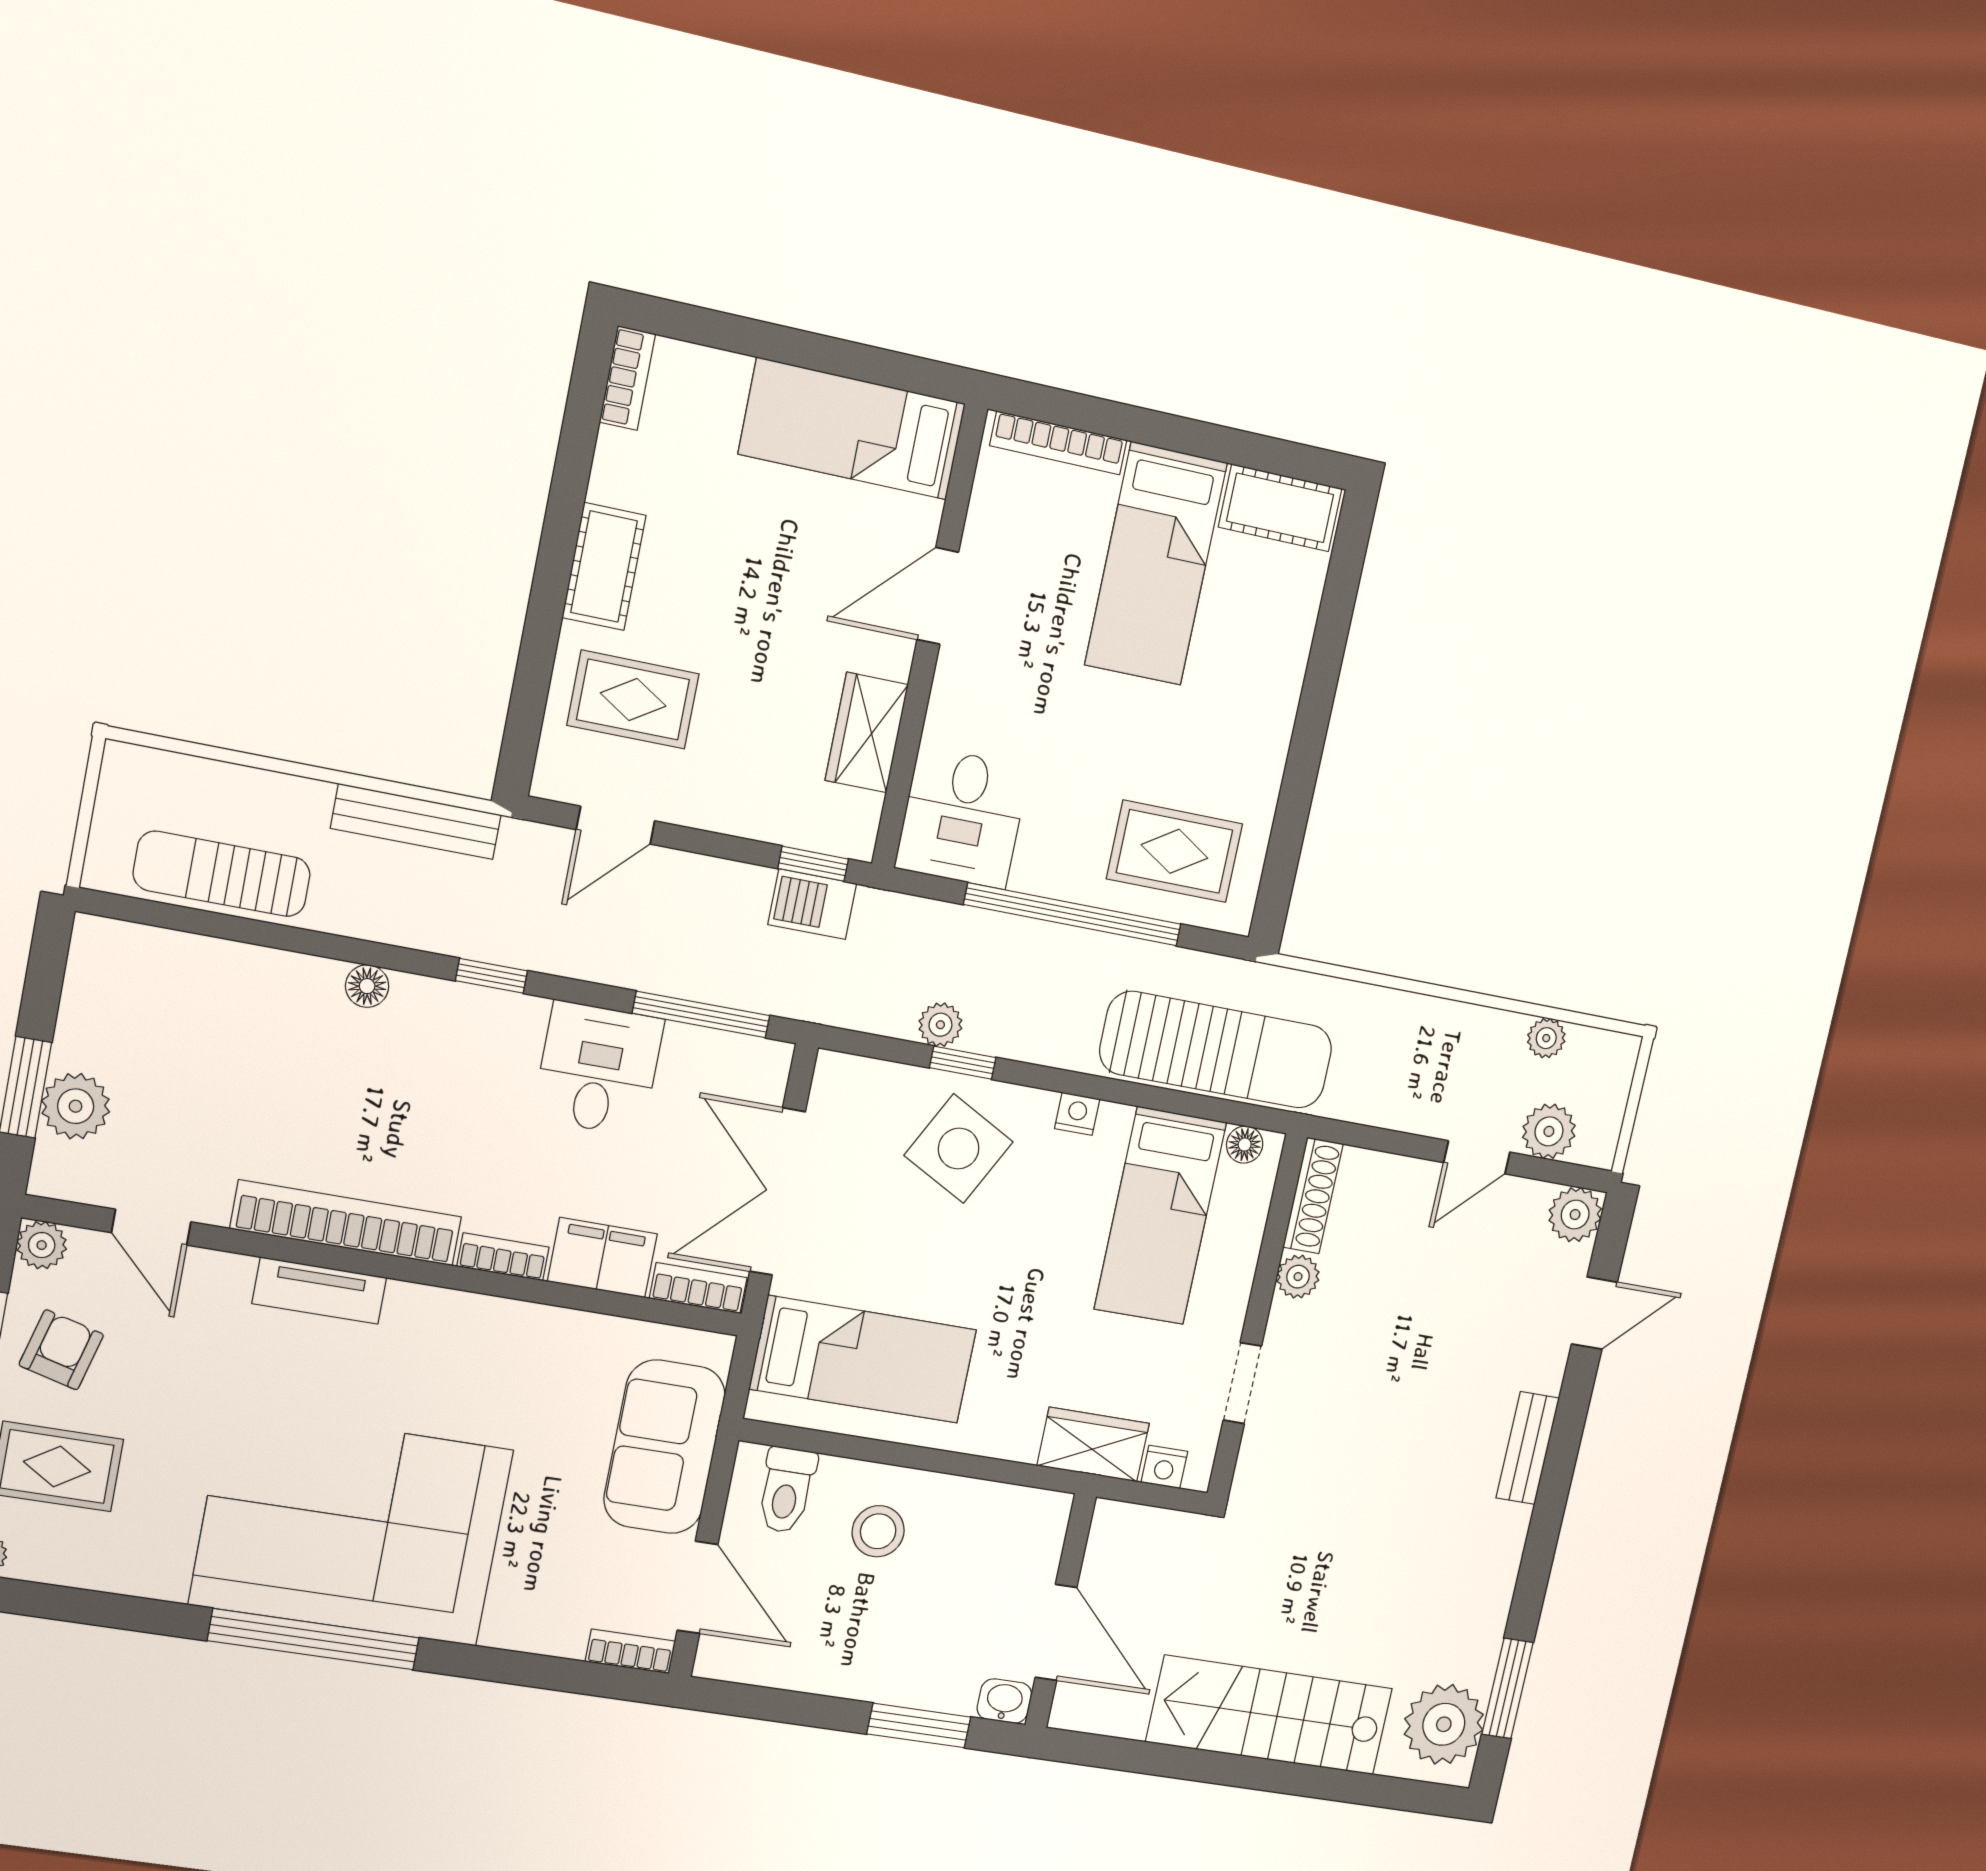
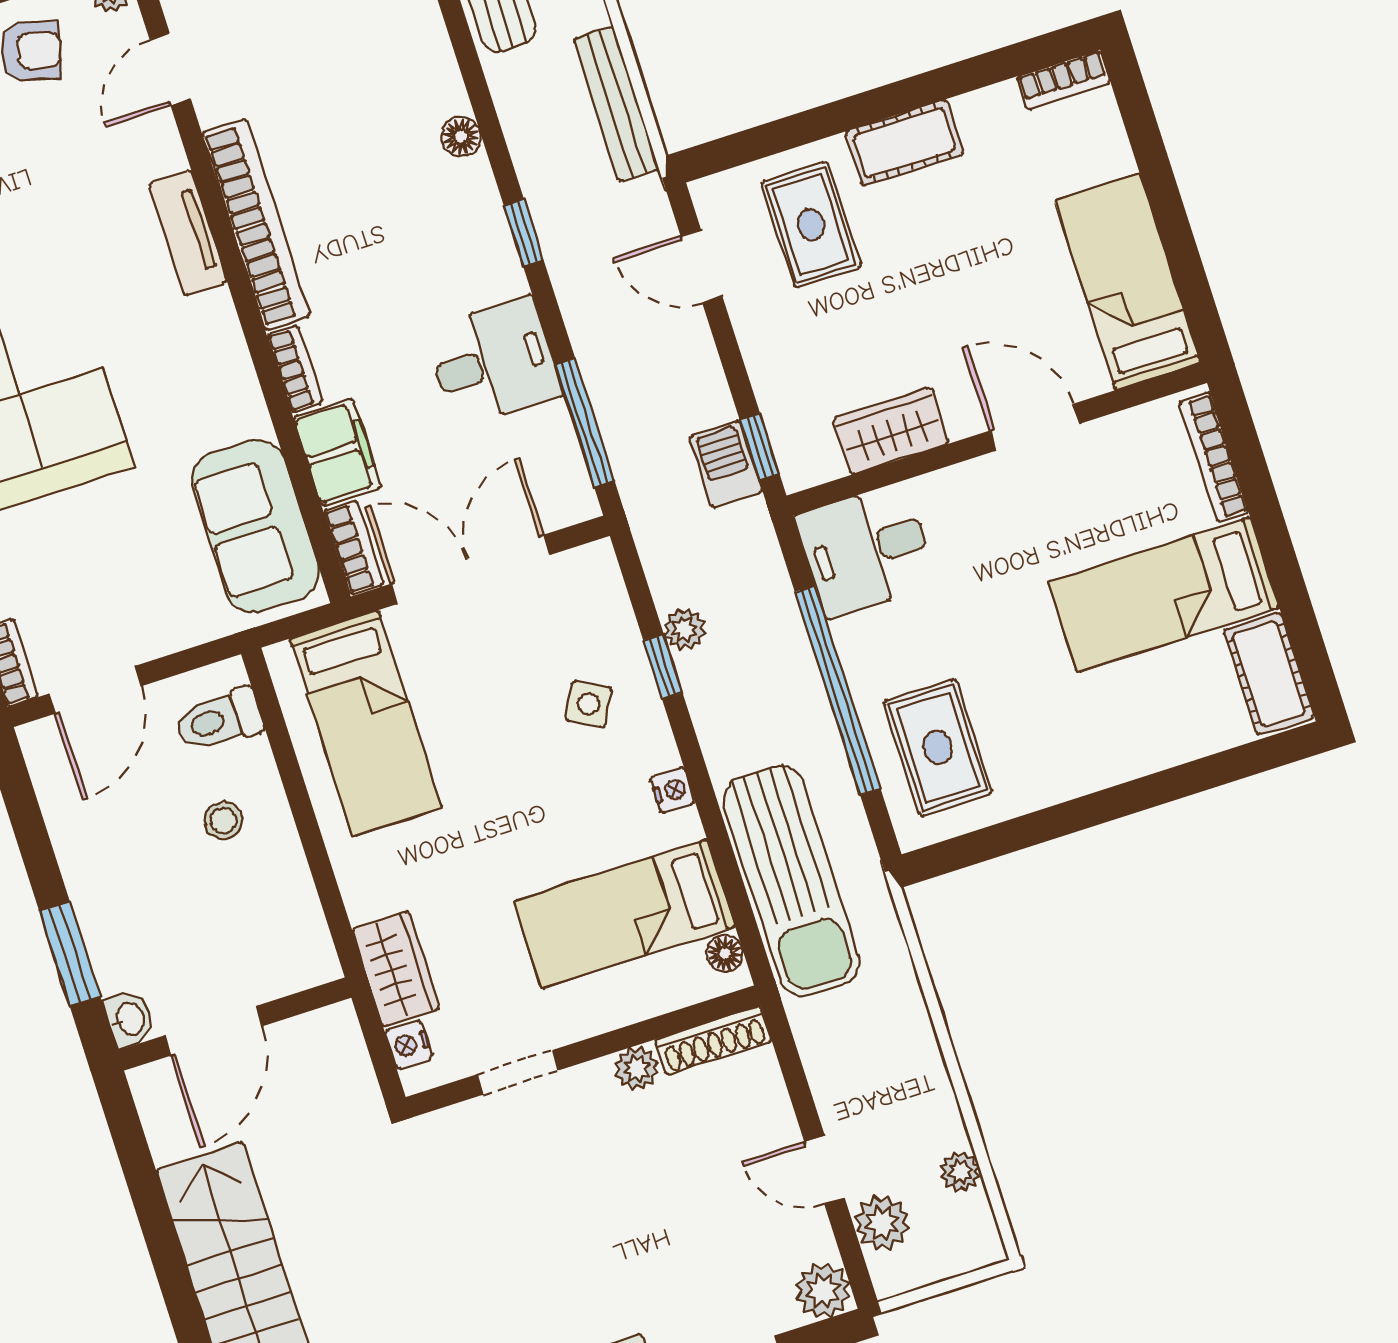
side table: (959, 1149) -> (589, 704), width x0.54, depth x0.54
sofa: (664, 1447) -> (255, 526), moved, turned -90
stool: (878, 1531) -> (223, 821), width x0.73, depth x0.73

